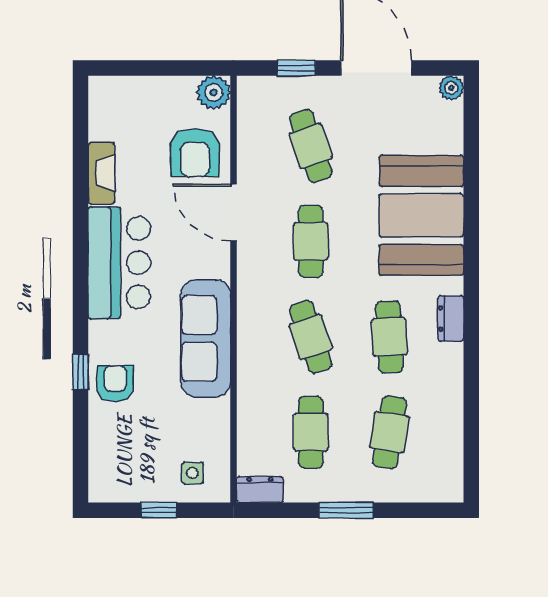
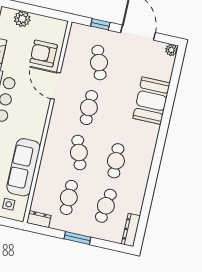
plant: (214, 92) -> (22, 19), moved
armchair: (195, 153) -> (44, 54), turned 90
booth: (421, 215) -> (151, 101), width x0.73, depth x0.70
dresser: (451, 319) -> (131, 230), moved, width x1.44
sofa: (206, 338) -> (24, 167), moved

